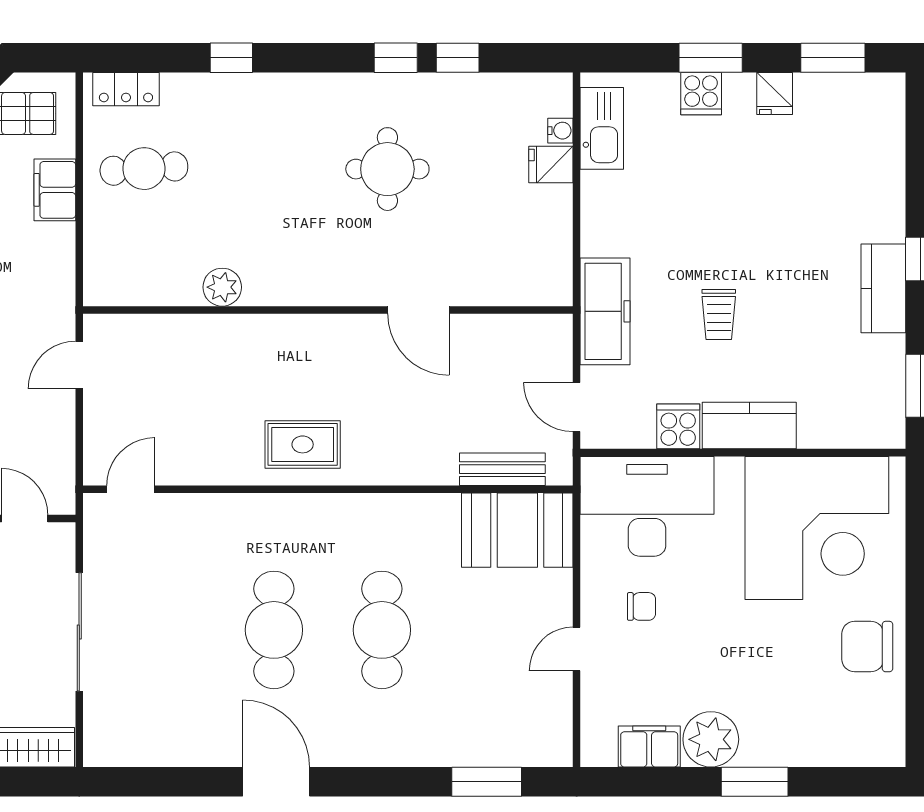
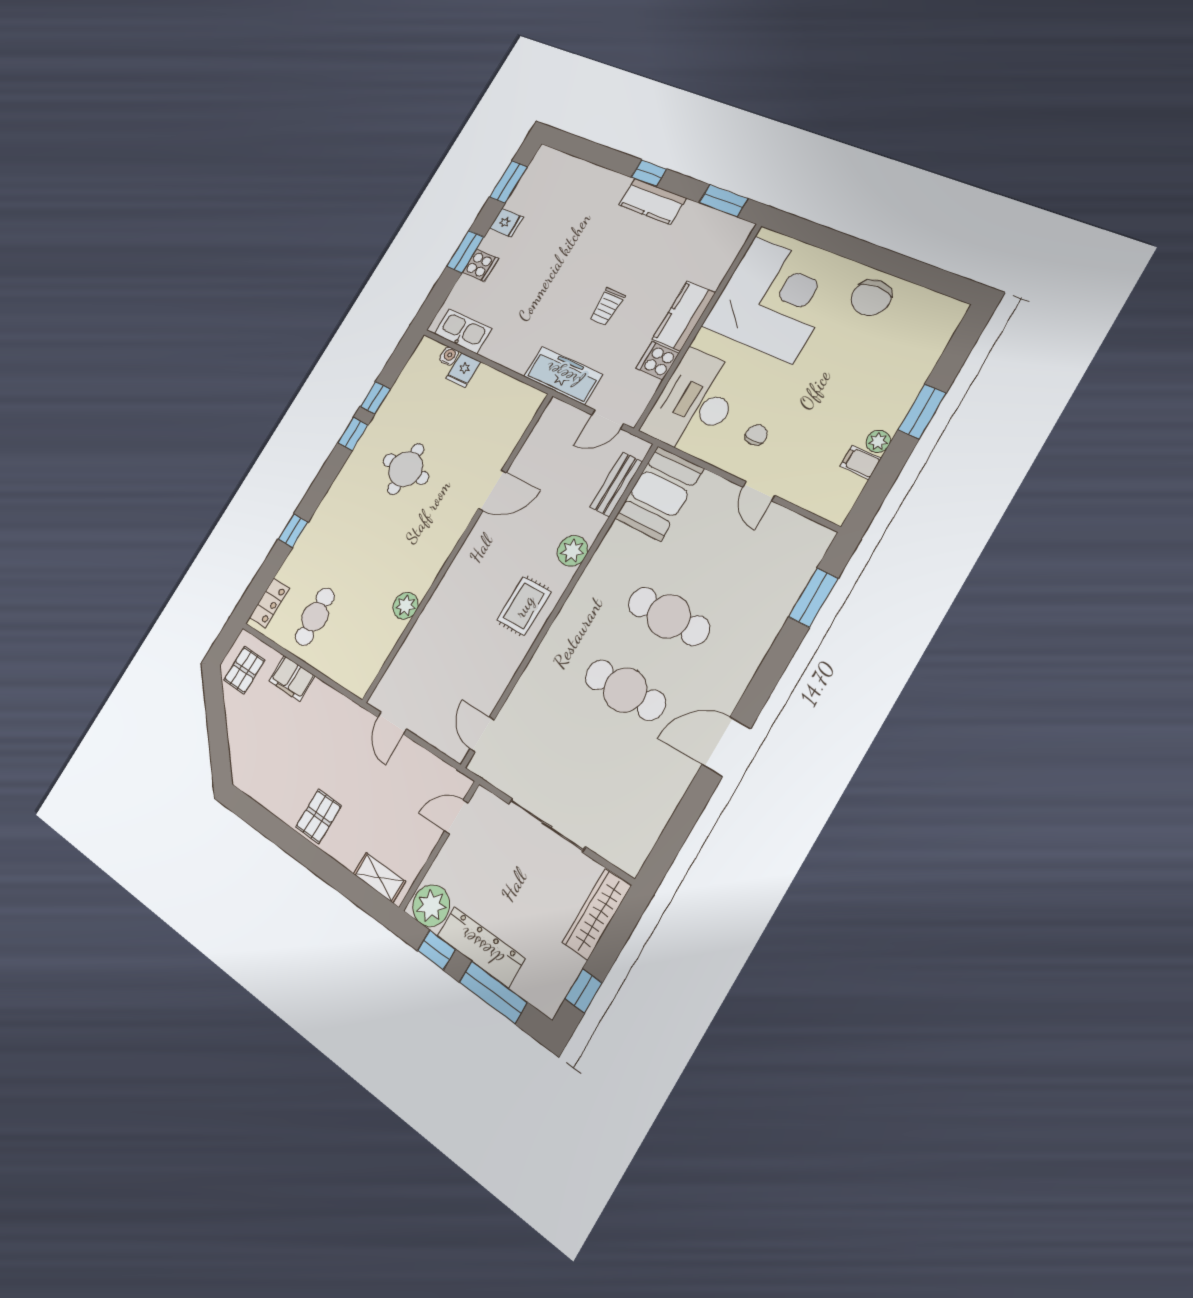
trolley: (719, 314) -> (607, 307), turned 90
plant: (397, 464) -> (572, 551), added
plant: (711, 739) -> (878, 441), width x0.53, depth x0.53
filing cabinet: (649, 746) -> (861, 462), width x0.50

